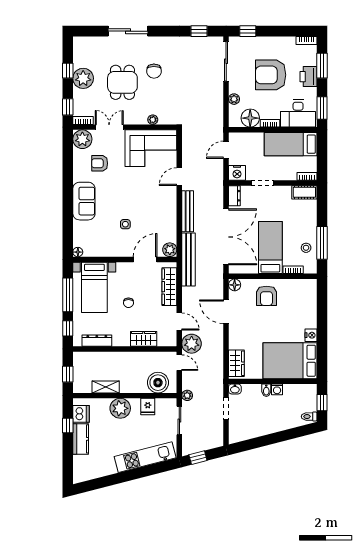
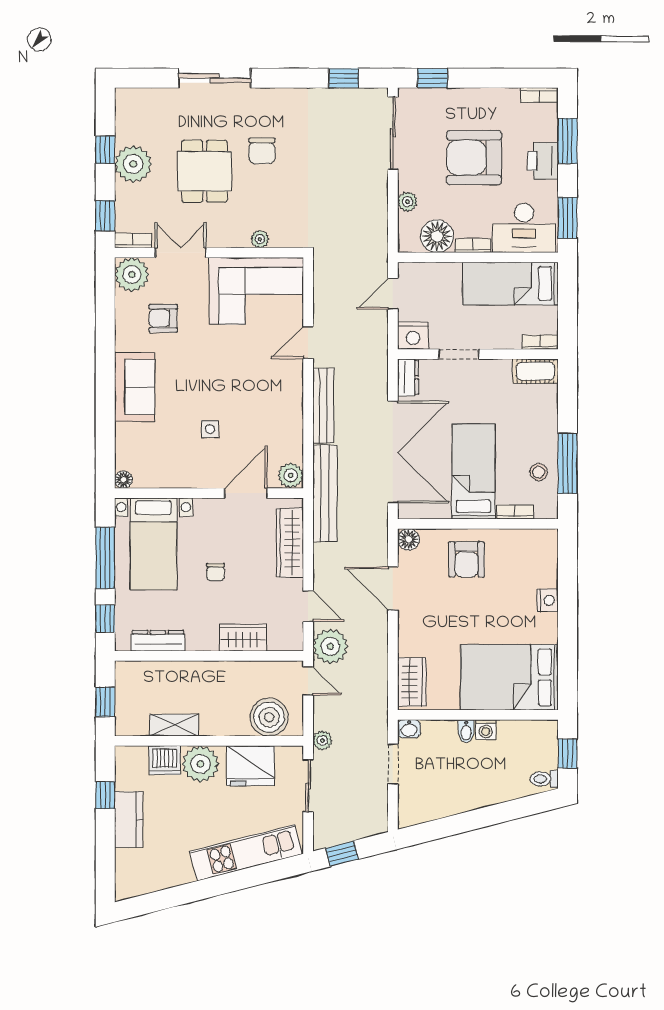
nightstand: (311, 335) -> (547, 600), moved
fridge: (148, 406) -> (251, 766), width x1.88, depth x1.34
dishwasher: (81, 414) -> (165, 760), moved, turned 90

